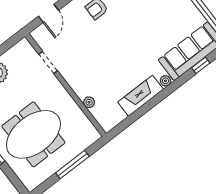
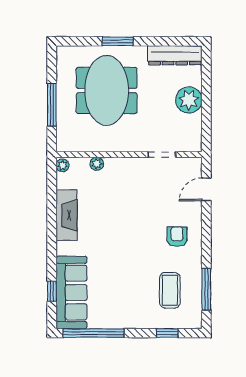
door: (48, 13) -> (206, 189), hinge flipped
plant: (166, 81) -> (63, 165), moved

